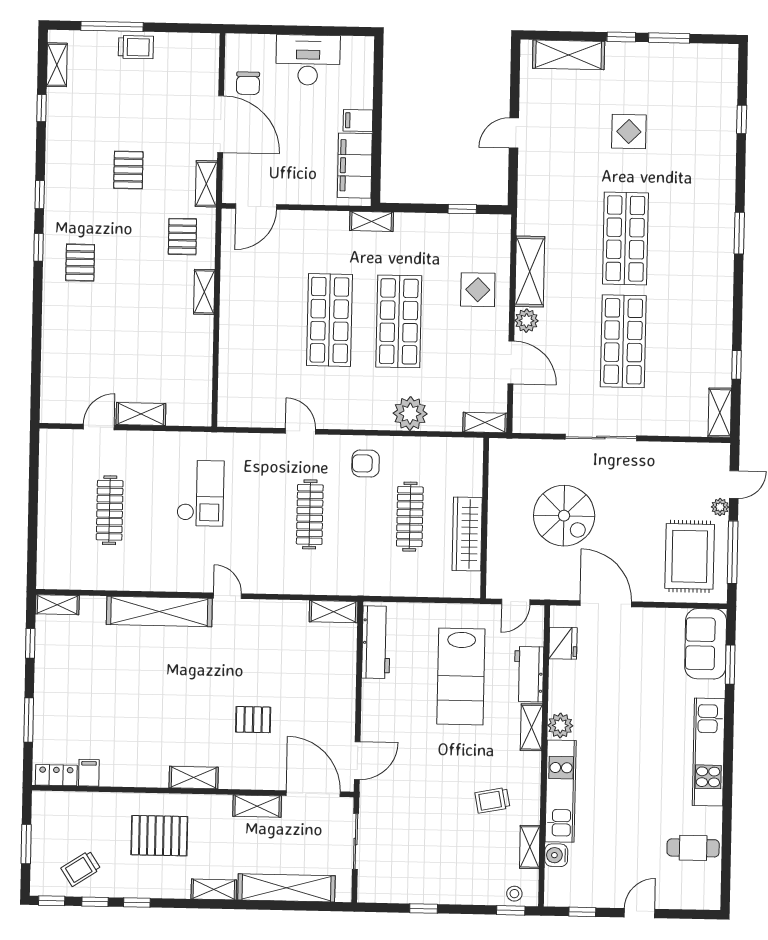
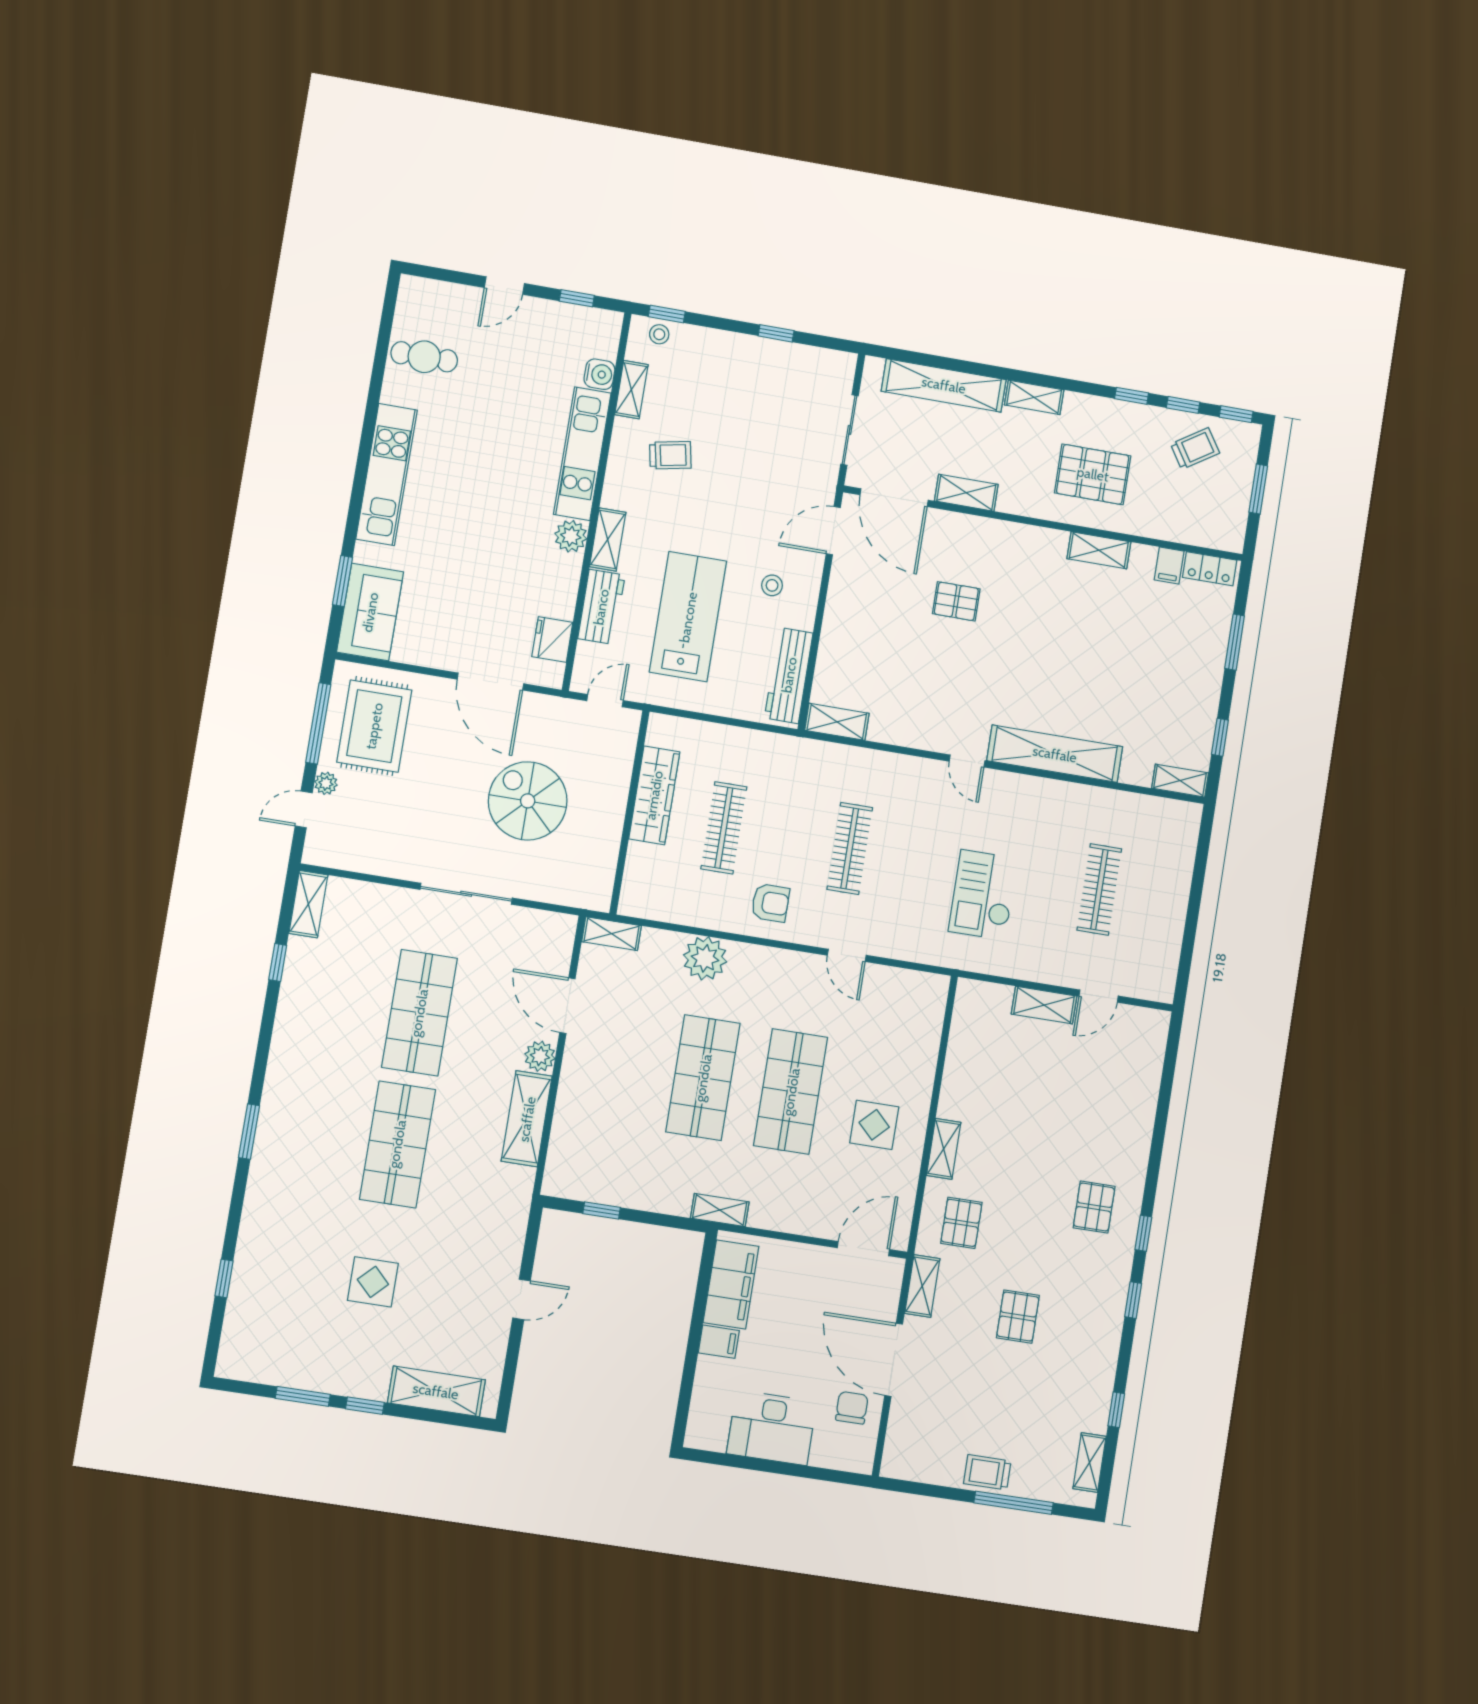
display table: (478, 290) -> (874, 1125), moved
stool: (399, 711) -> (772, 585), added
shelving: (194, 777) -> (1099, 550), moved

